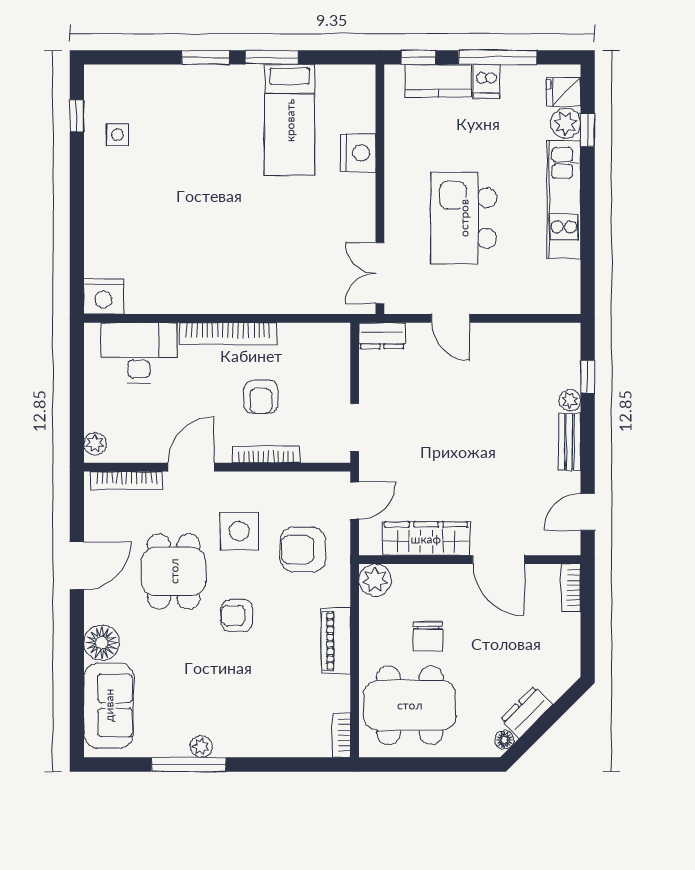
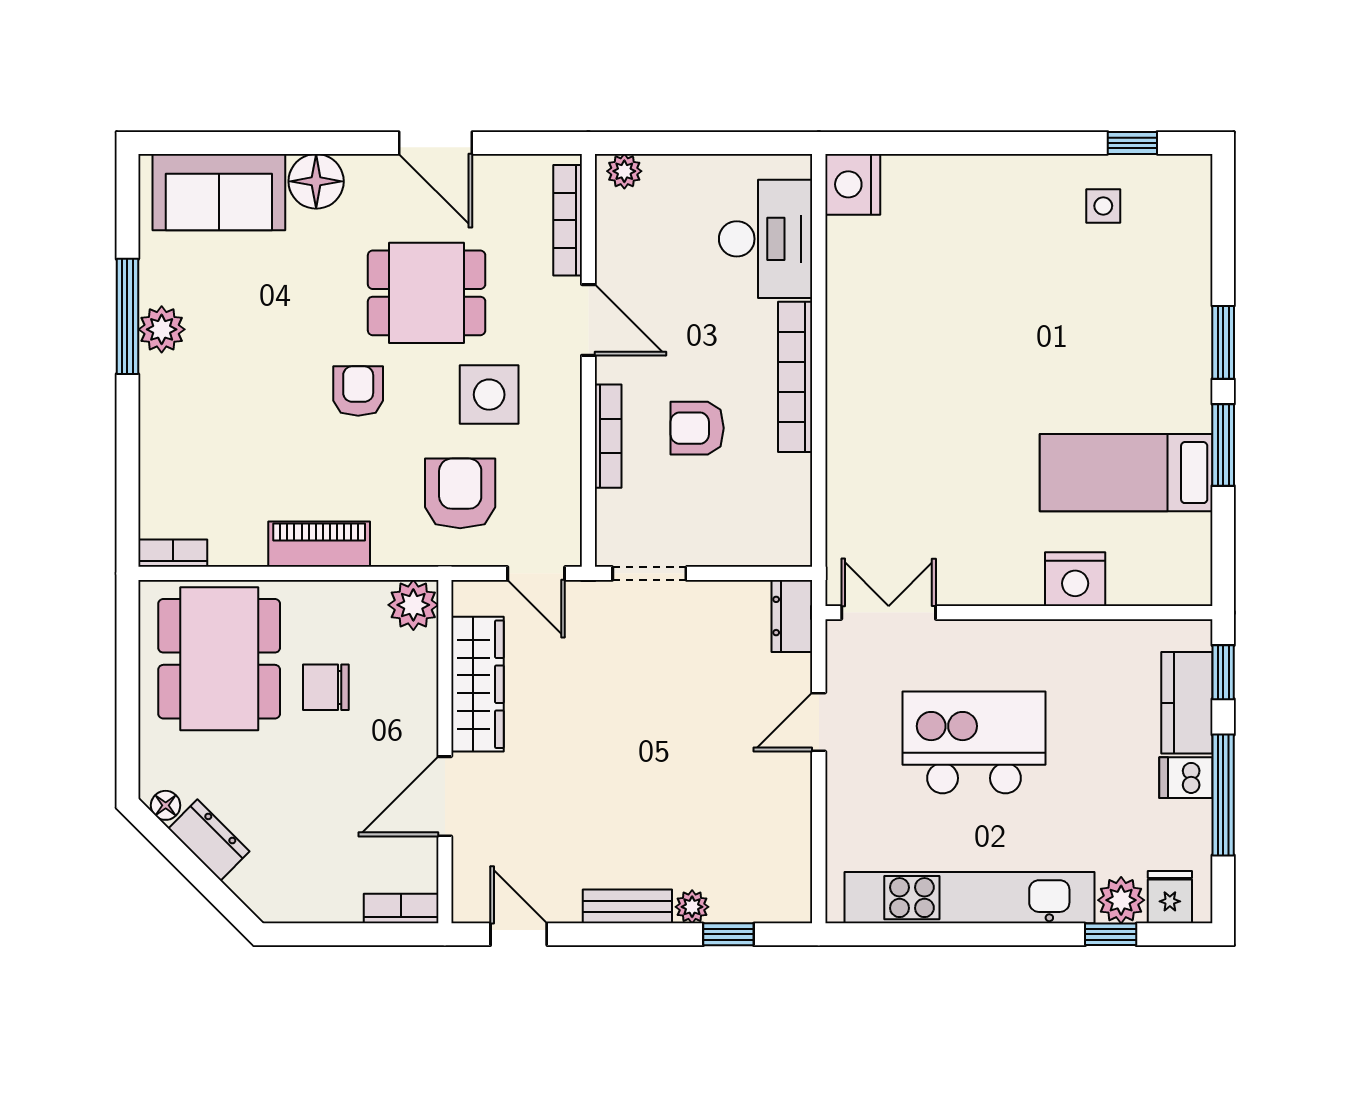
kitchen unit: (564, 200) -> (969, 898), width x1.36
plant: (201, 747) -> (162, 329), width x1.38, depth x1.38

